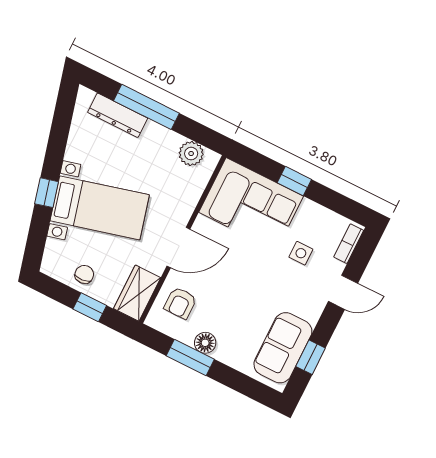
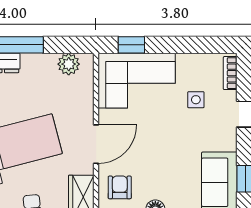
window: (294, 181) -> (131, 45), moved
armchair: (180, 303) -> (120, 187), turned 180

